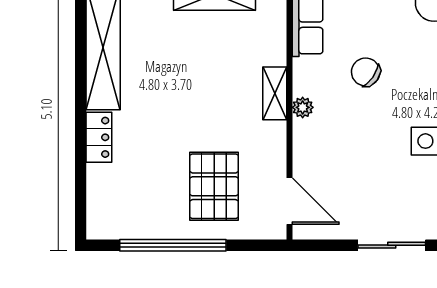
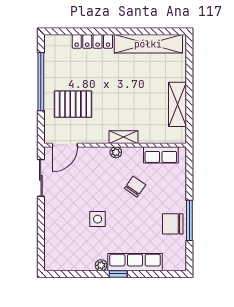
locker: (99, 137) -> (92, 41), width x1.53
sliding door: (392, 245) -> (41, 178), moved

